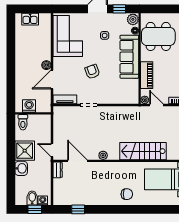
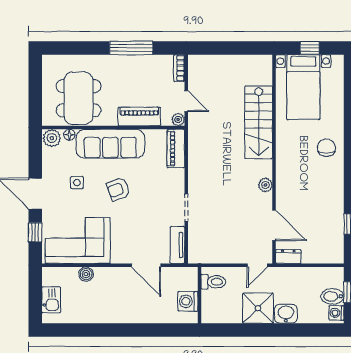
window: (119, 9) -> (35, 232), moved
boiler: (46, 65) -> (86, 274), moved
armchair: (92, 72) -> (118, 189), moved
piano: (126, 98) -> (176, 149), added
door: (156, 105) -> (186, 101), swing flipped
toilet: (23, 122) -> (213, 282), moved
door: (77, 161) -> (274, 225), swing flipped
washing machine: (43, 201) -> (336, 313), moved

